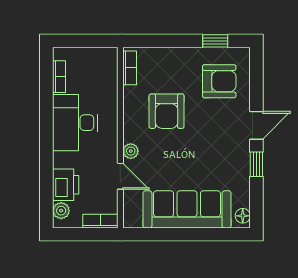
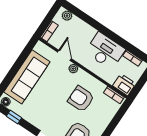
window: (256, 164) -> (14, 117), moved
door: (120, 176) -> (64, 55), swing flipped
printer: (66, 185) -> (124, 85), moved, turned 180

